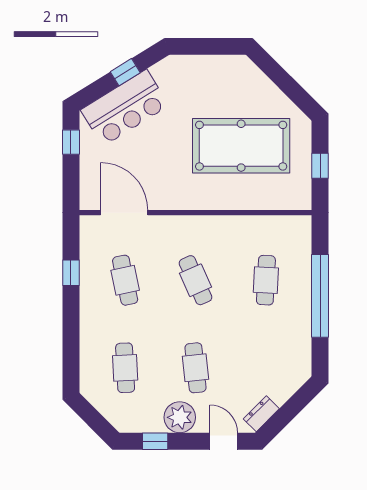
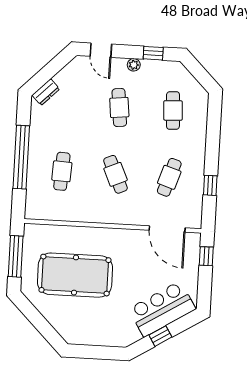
window: (71, 142) -> (206, 256), moved
window: (320, 166) -> (16, 256), width x2.17
cafe table: (125, 280) -> (169, 177), turned 30
dresser: (261, 414) -> (46, 92), moved
plant: (180, 417) -> (134, 65), width x0.53, depth x0.53

